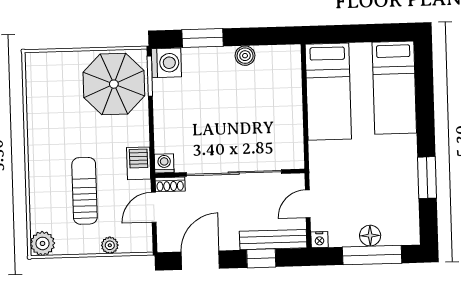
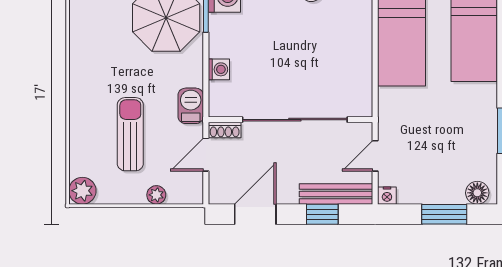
washing machine: (164, 163) -> (219, 69), moved, turned 90
floor lamp: (370, 236) -> (477, 193), moved
window: (372, 255) -> (444, 214), width x0.69

